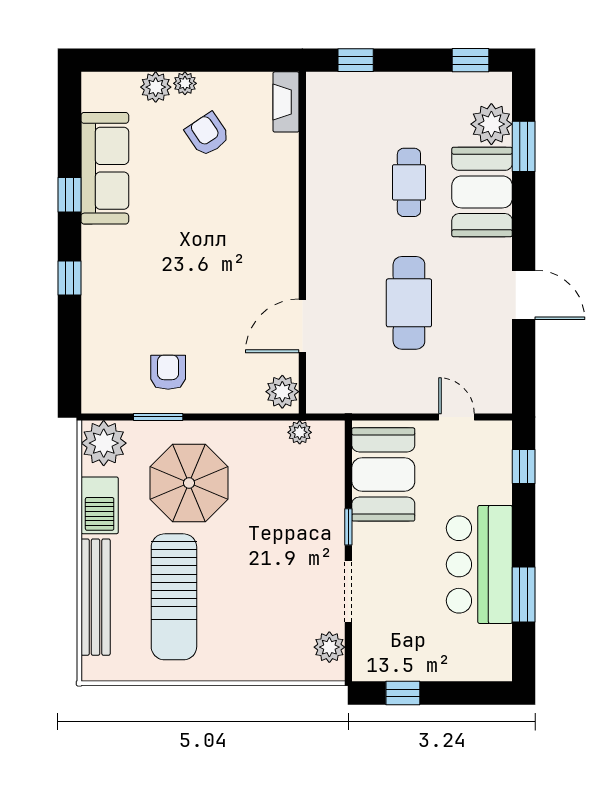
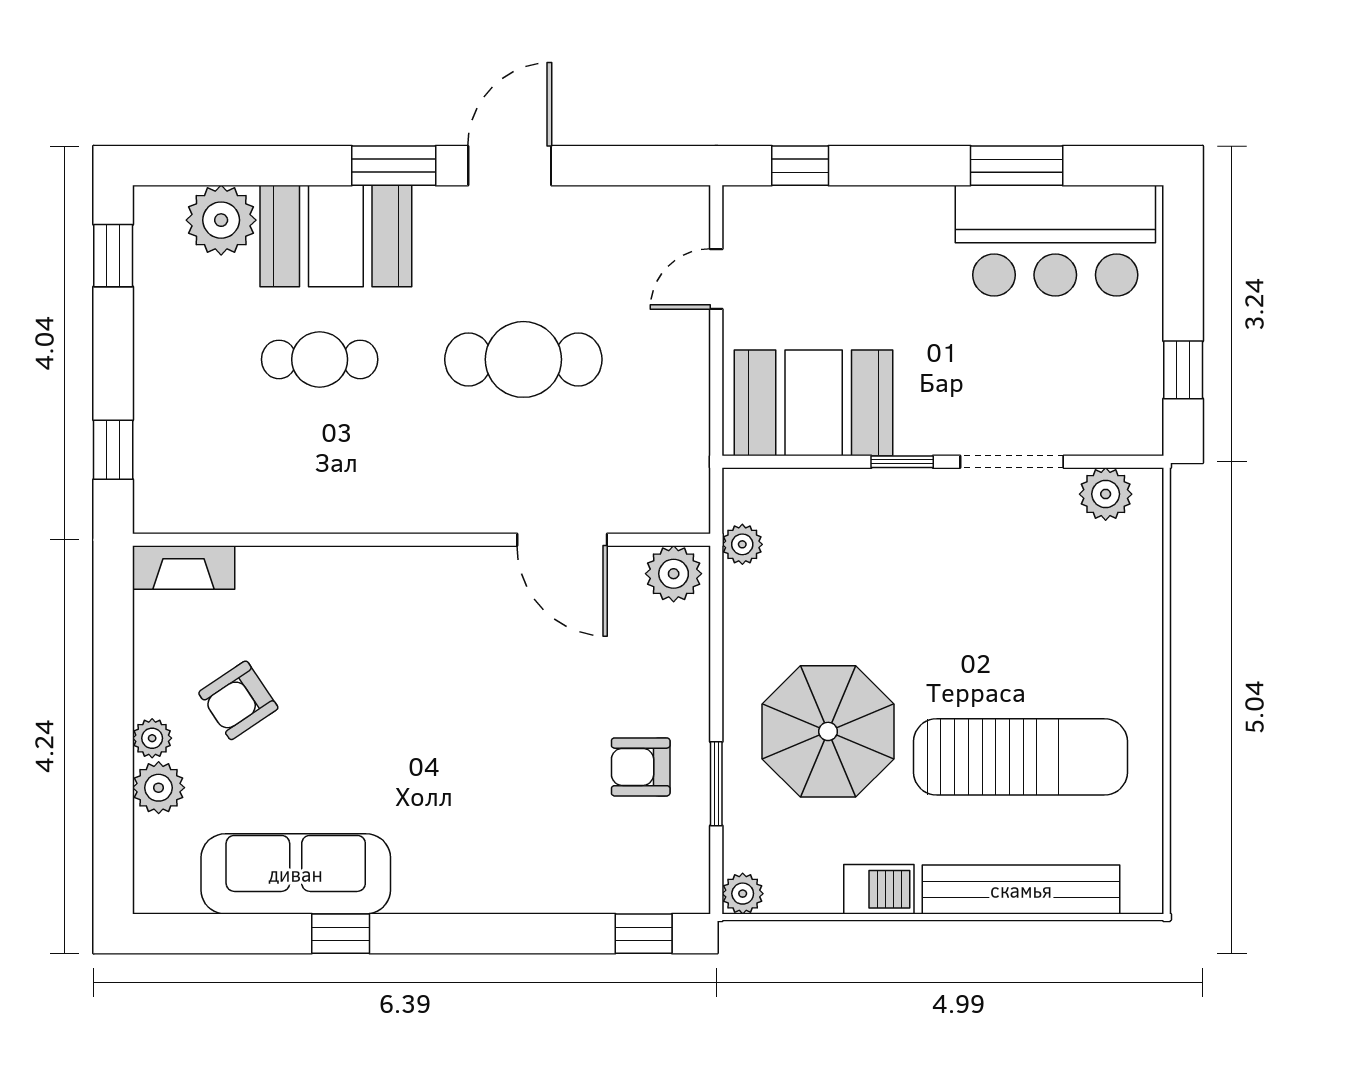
window: (524, 146) -> (394, 166), moved
window: (69, 278) -> (644, 934), moved
plant: (104, 443) -> (743, 894), width x0.53, depth x0.53
barbecue: (100, 505) -> (879, 889), width x0.73, depth x0.79
bar counter: (479, 564) -> (1055, 241), moved

